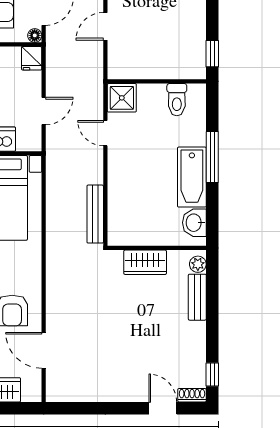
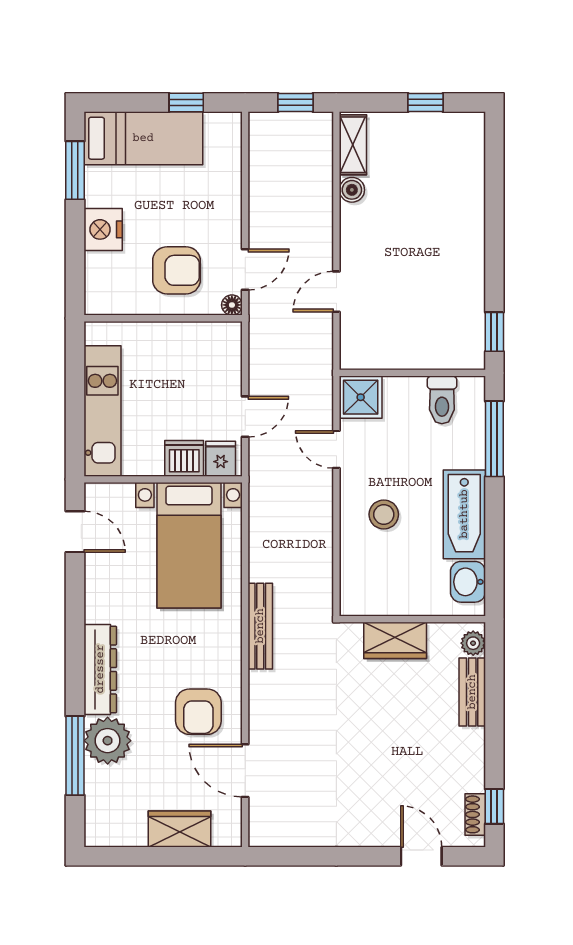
fridge: (32, 58) -> (221, 459), moved, turned 180
window: (212, 157) -> (494, 439), moved
stool: (137, 177) -> (384, 514), added
bench: (95, 214) -> (260, 626), moved
shoe rack: (192, 395) -> (475, 814), moved, turned -90

